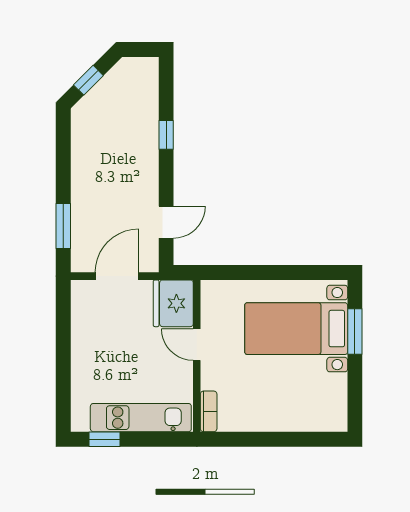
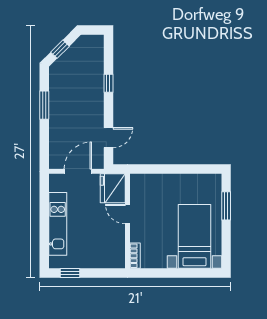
window: (63, 226) -> (44, 105), moved
bed with nightstands: (296, 329) -> (194, 236), moved, turned 90
kitchen unit: (141, 418) -> (58, 224), moved, turned 90

